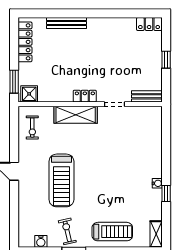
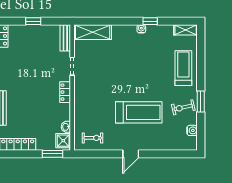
washbasin: (45, 97) -> (66, 127), added
shelving: (76, 115) -> (93, 32), moved, turned 90

